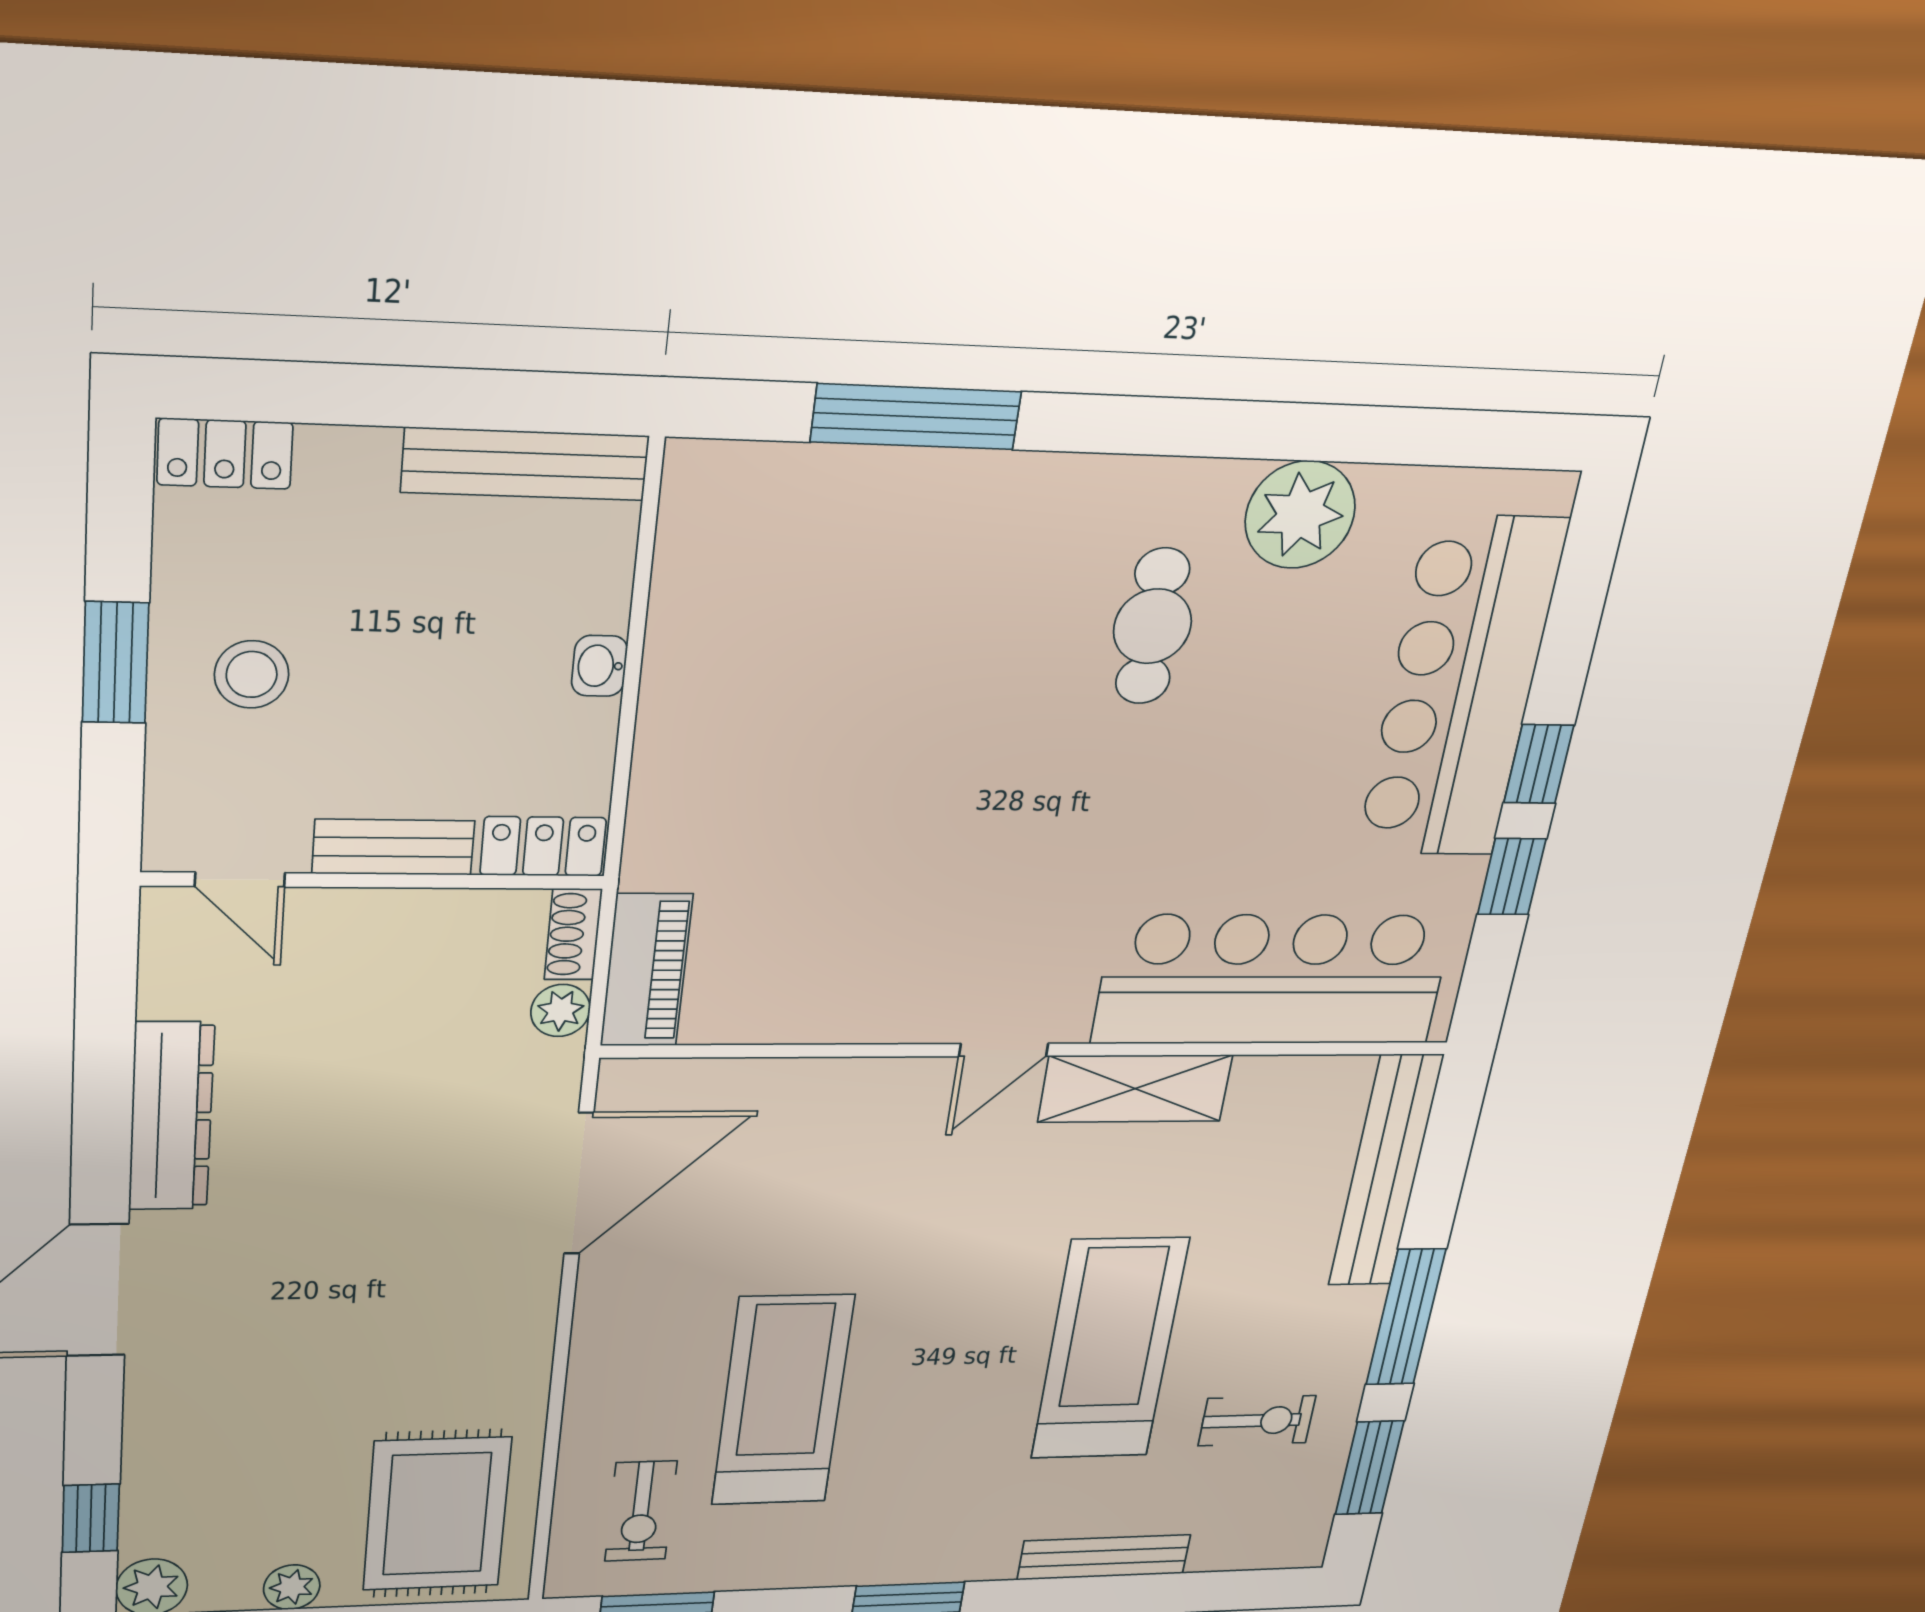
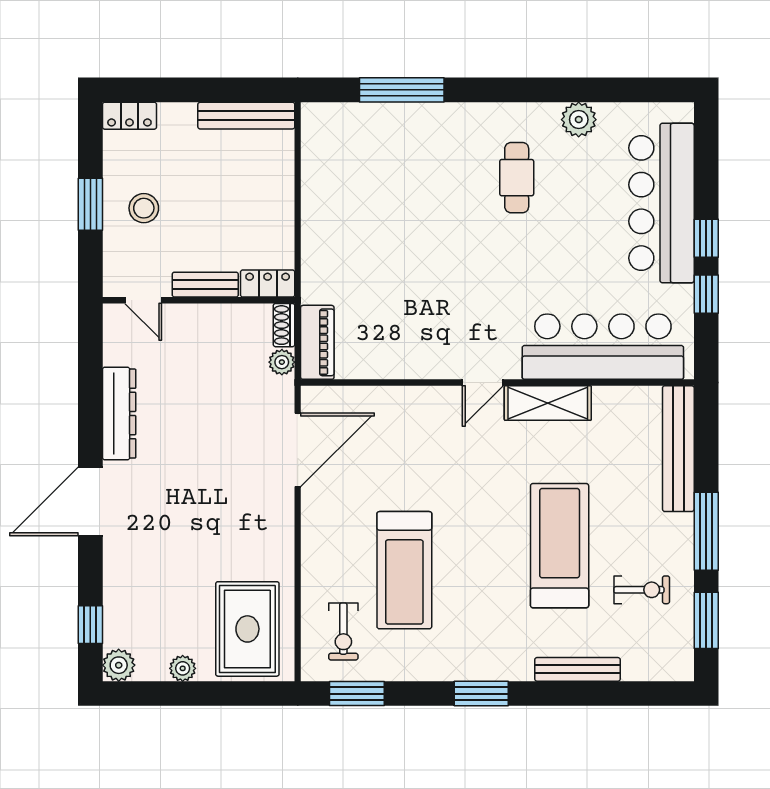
plant: (1300, 515) -> (579, 120), width x0.73, depth x0.73
washbasin: (599, 666) -> (284, 201), removed
treadmill: (783, 1401) -> (404, 570), turned 180

